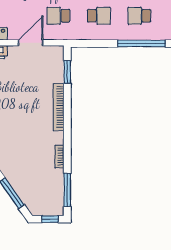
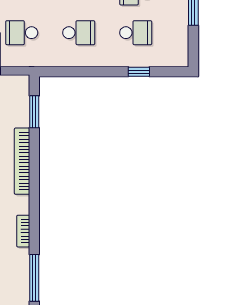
school desk: (139, 16) -> (136, 33), turned 180
window: (142, 43) -> (139, 72), width x0.32

